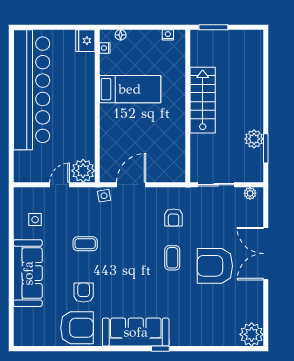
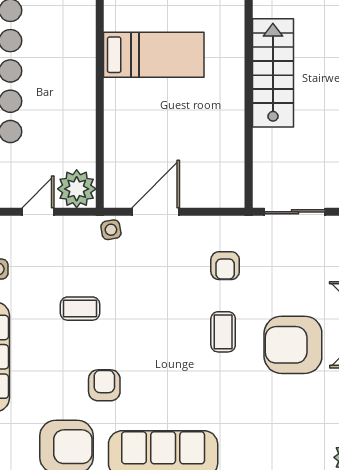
armchair: (84, 293) -> (104, 385), moved

